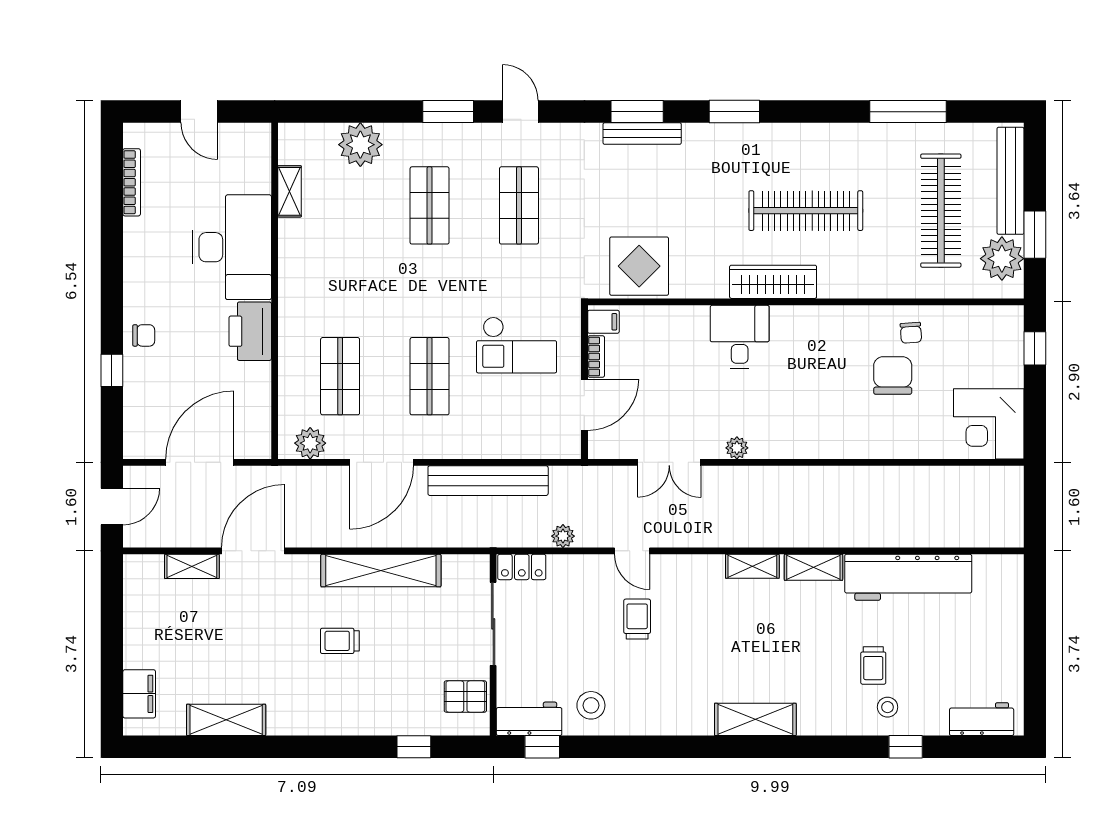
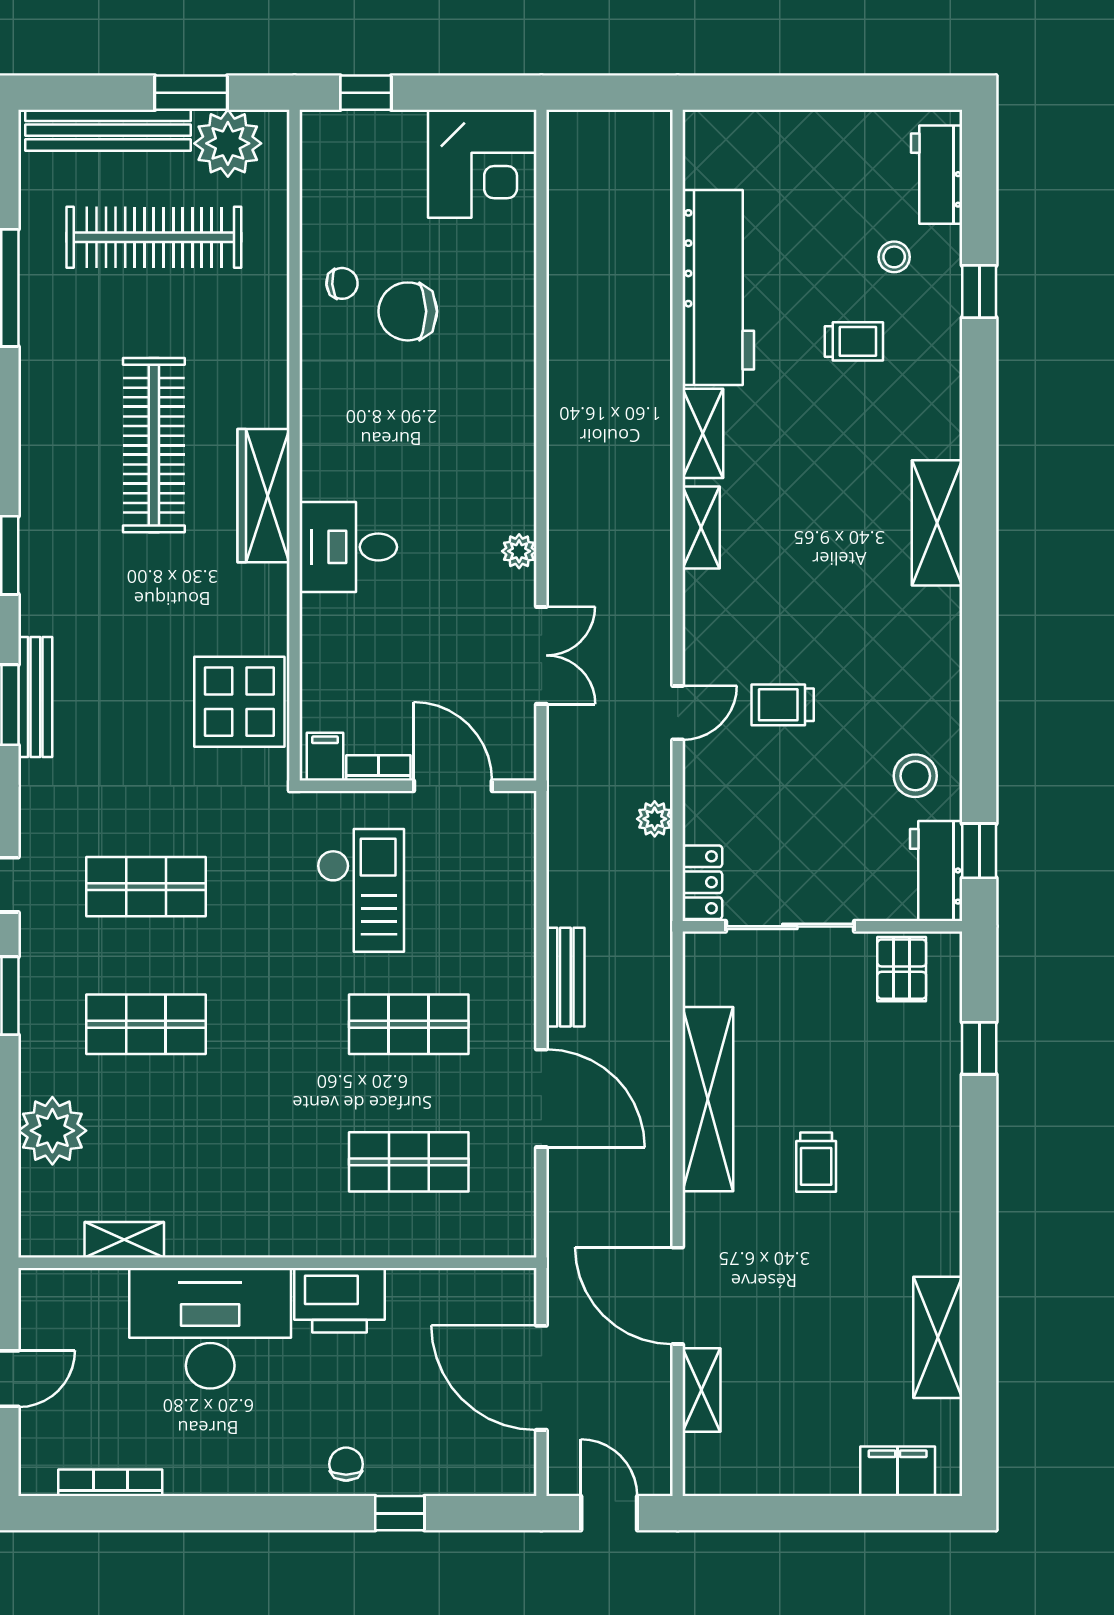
plant: (310, 443) -> (512, 1208), removed
bench: (488, 481) -> (565, 977), width x0.54, depth x0.82
stool: (888, 707) -> (894, 257), moved

